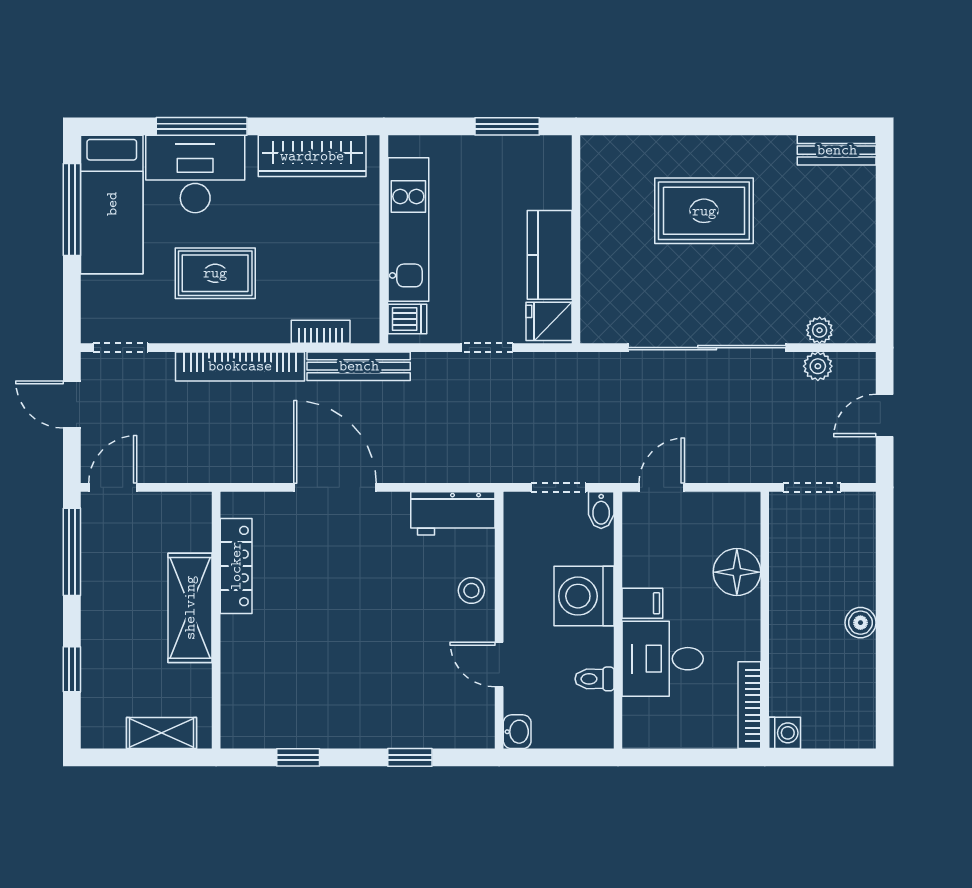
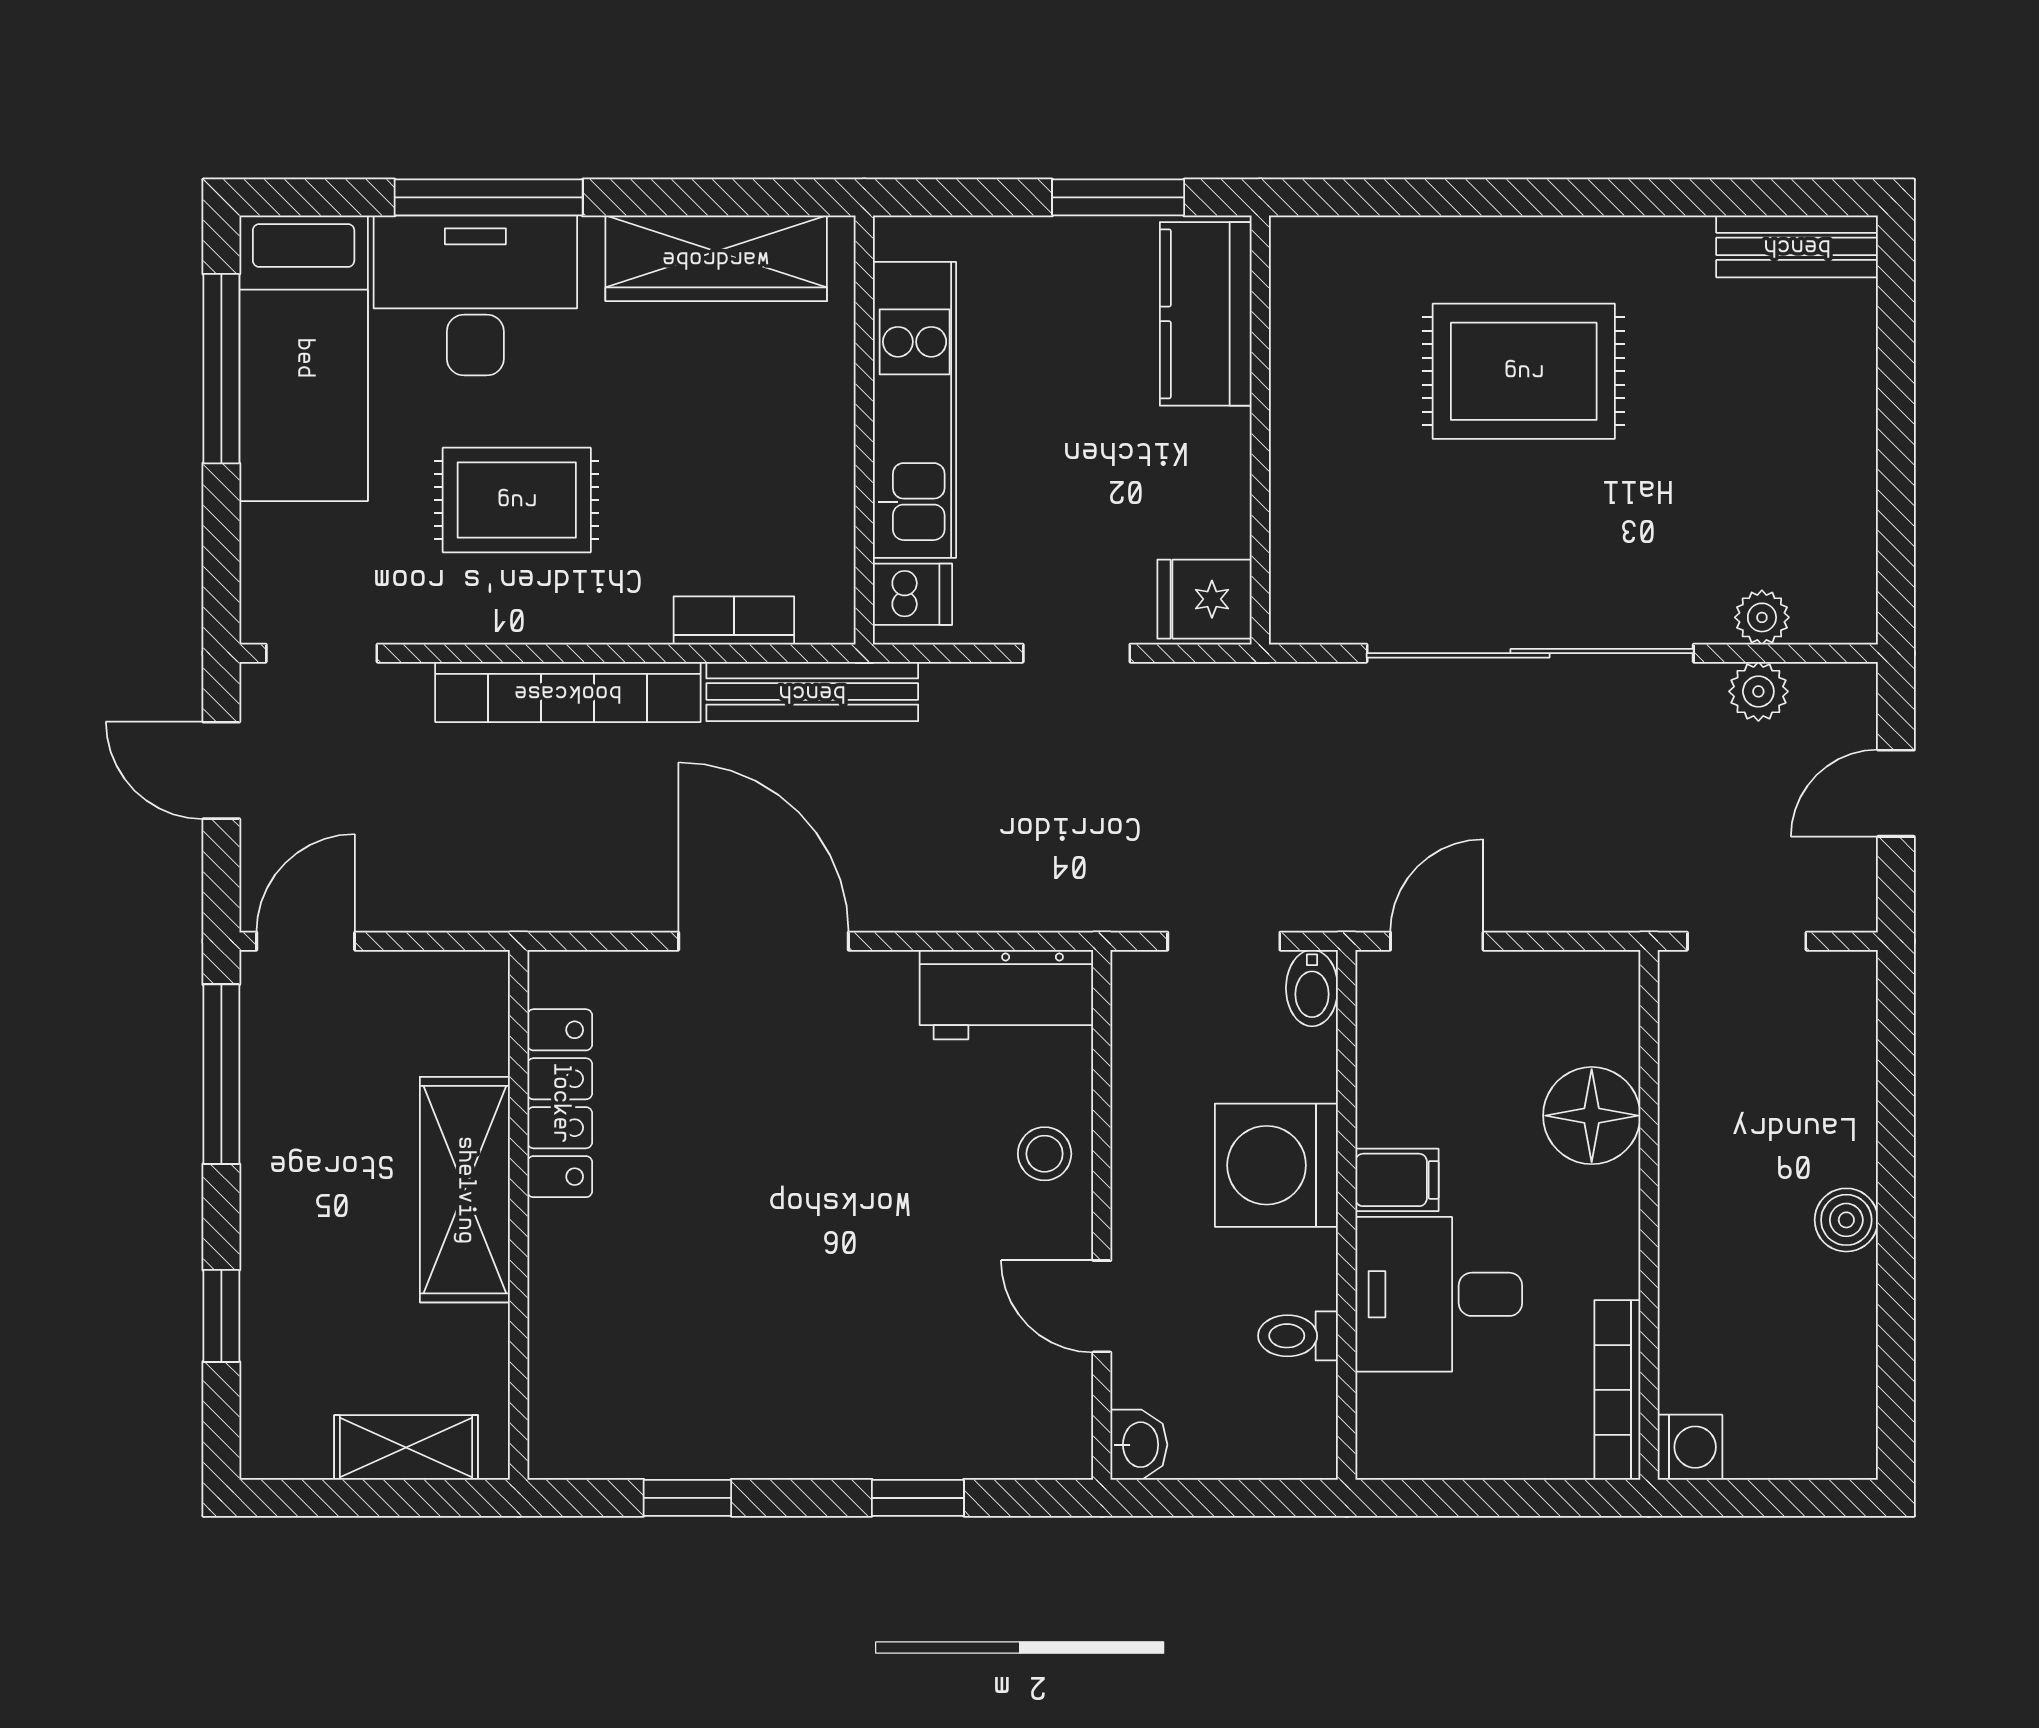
kitchen counter: (550, 255) -> (1206, 314), moved

